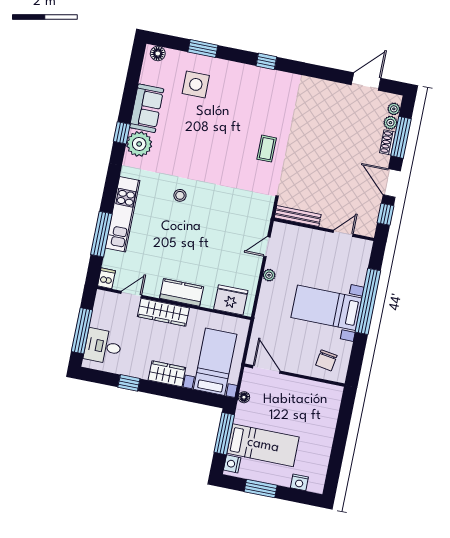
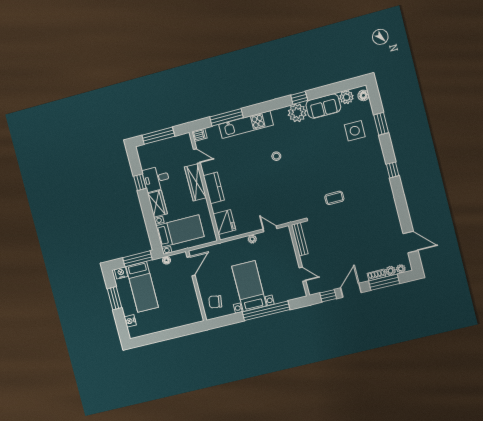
plant: (150, 75) -> (346, 97), added
desk: (103, 346) -> (156, 179), moved, turned -90

